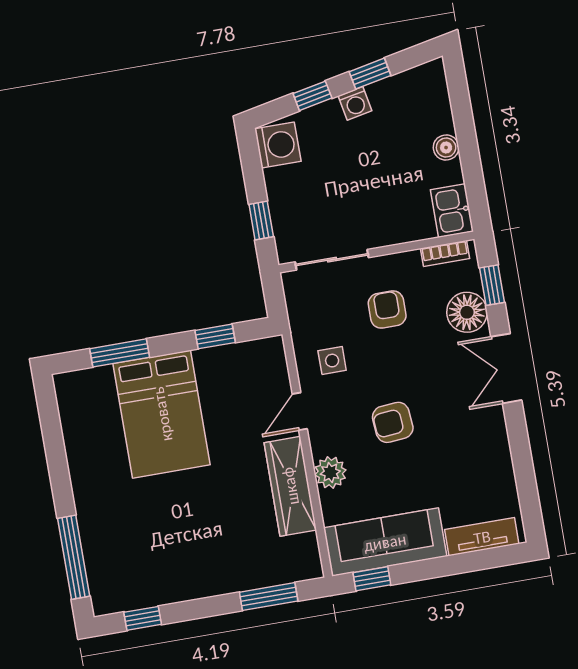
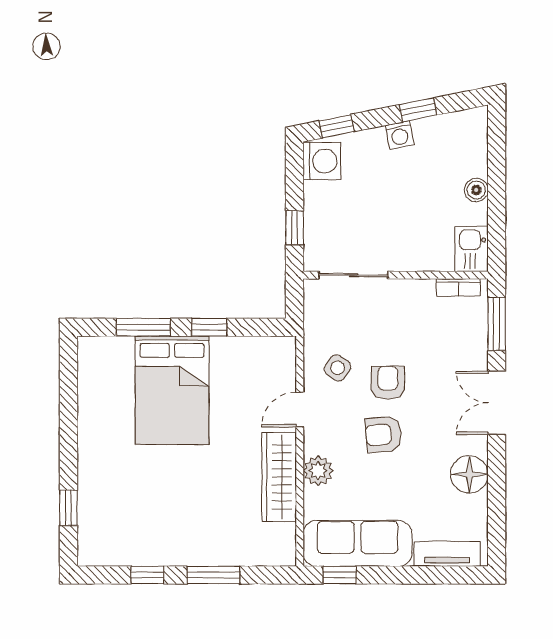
window: (312, 96) -> (337, 126), moved
window: (492, 285) -> (497, 324), width x1.50
armchair: (387, 310) -> (388, 383), moved
floor lamp: (467, 312) -> (469, 474), moved
window: (215, 336) -> (209, 327), moved
side table: (332, 361) -> (338, 368), turned 35
window: (74, 557) -> (68, 508), width x0.46
window: (269, 597) -> (213, 575), moved
window: (143, 618) -> (147, 575), moved

